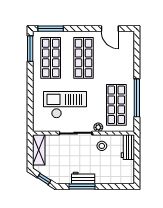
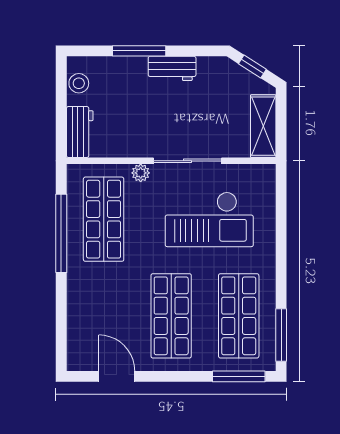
stool: (102, 146) -> (79, 83), moved
window: (82, 186) -> (139, 51), moved

